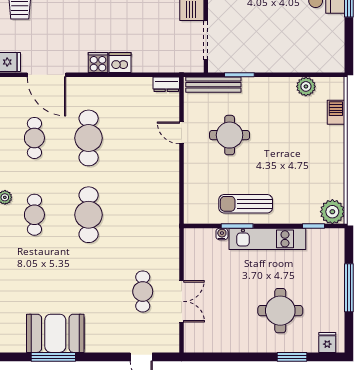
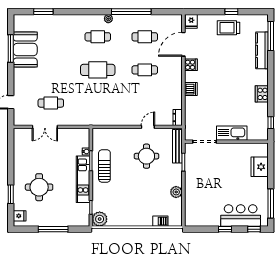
cooker: (98, 63) -> (191, 65), moved
plant: (306, 86) -> (176, 192), moved
cafe table: (89, 138) -> (145, 70), width x0.73, depth x0.74

